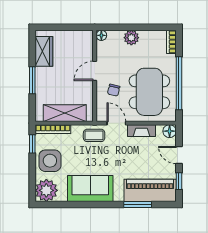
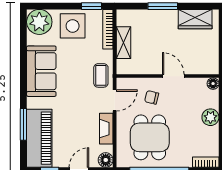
dining table: (149, 92) -> (150, 137), width x0.73
shelving: (65, 113) -> (123, 43), width x0.67, depth x0.75

